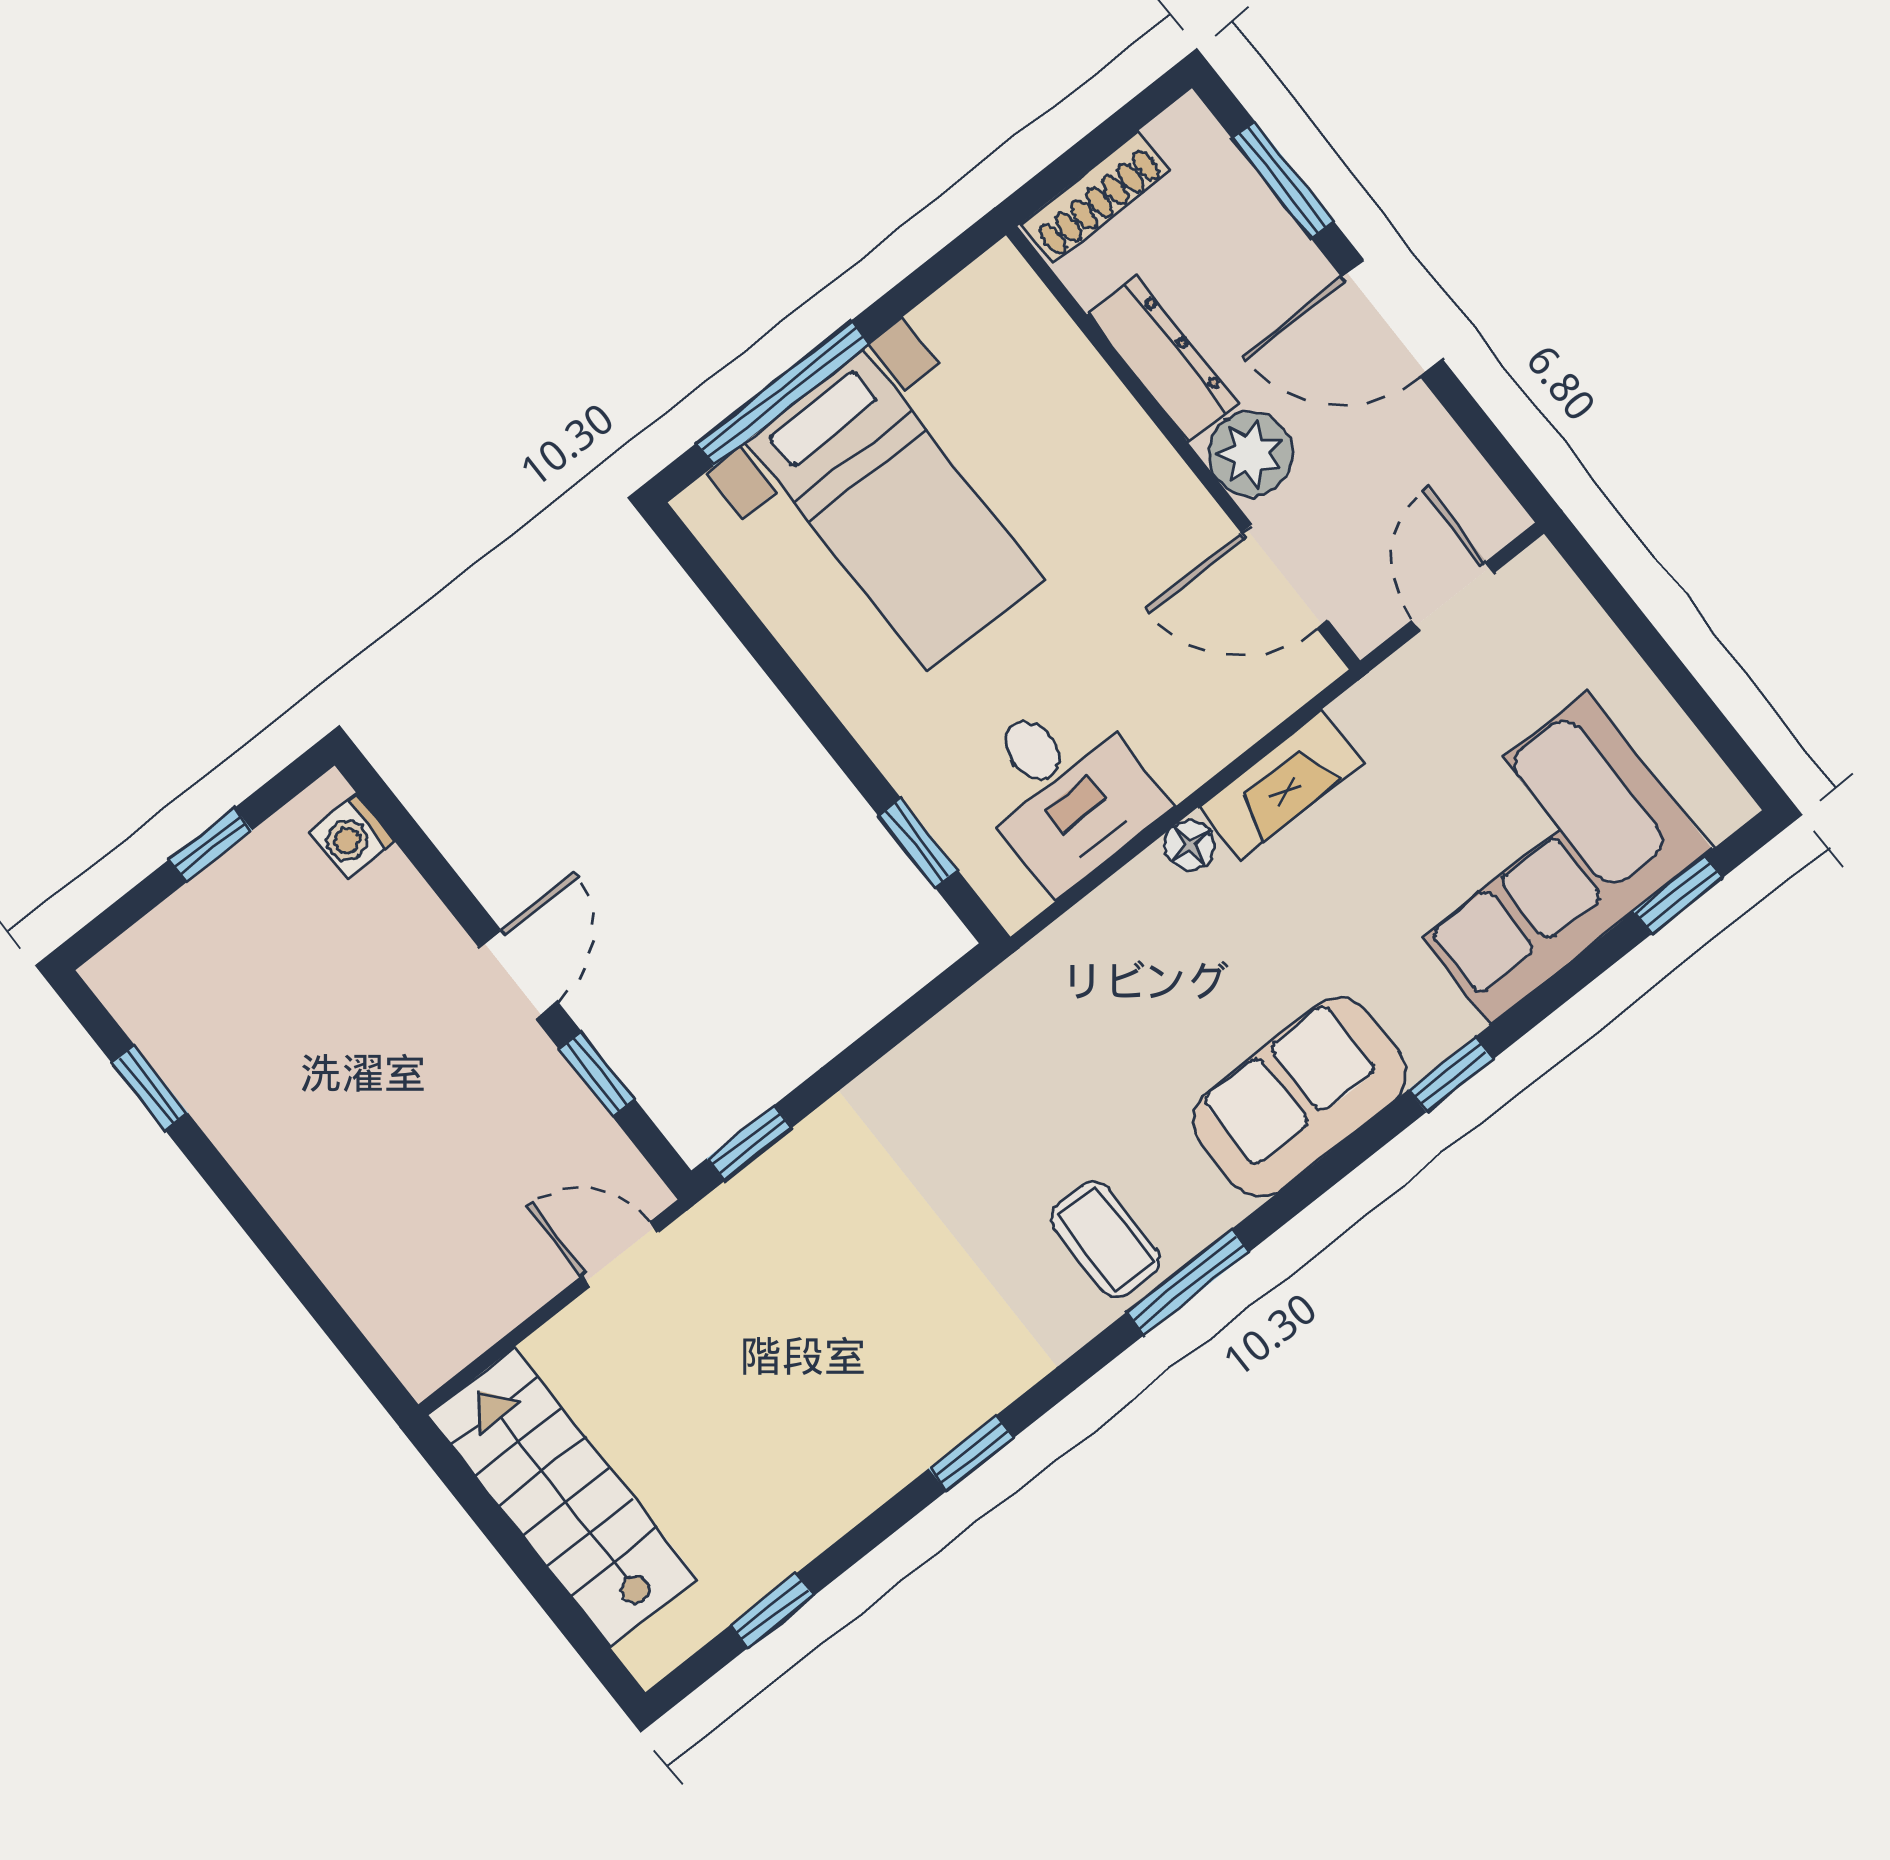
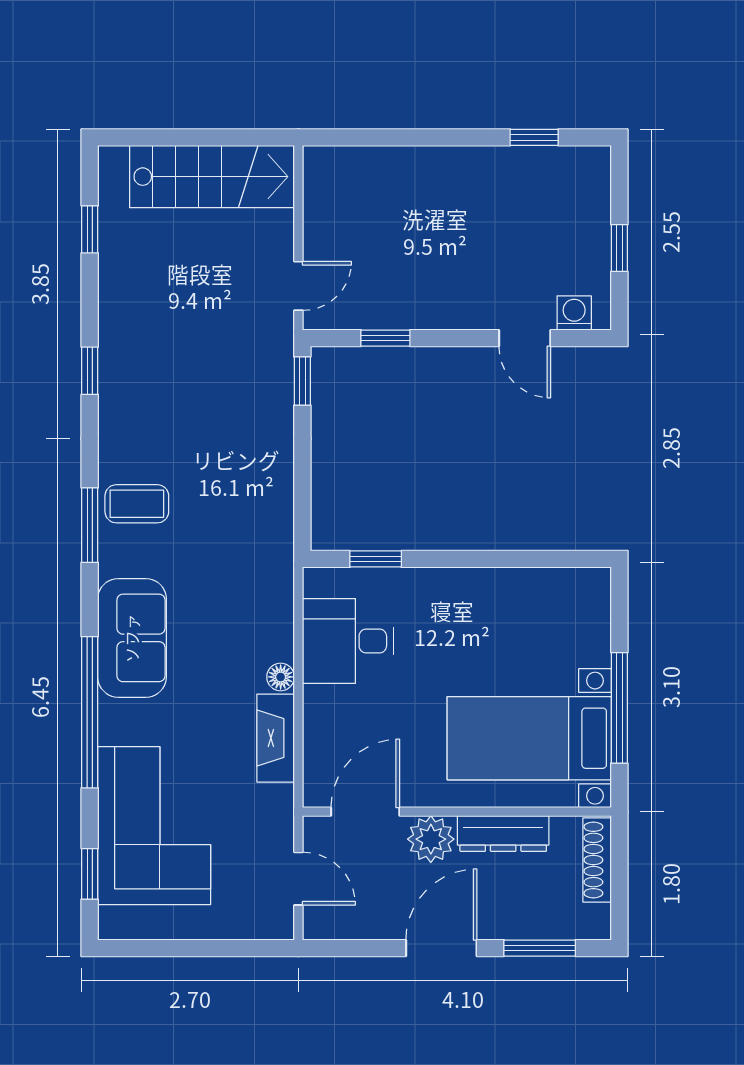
window: (783, 393) -> (619, 708), moved
bed with nightstands: (895, 510) -> (529, 738), moved
door: (518, 974) -> (525, 338), moved
window: (1451, 1074) -> (90, 712), width x3.17

